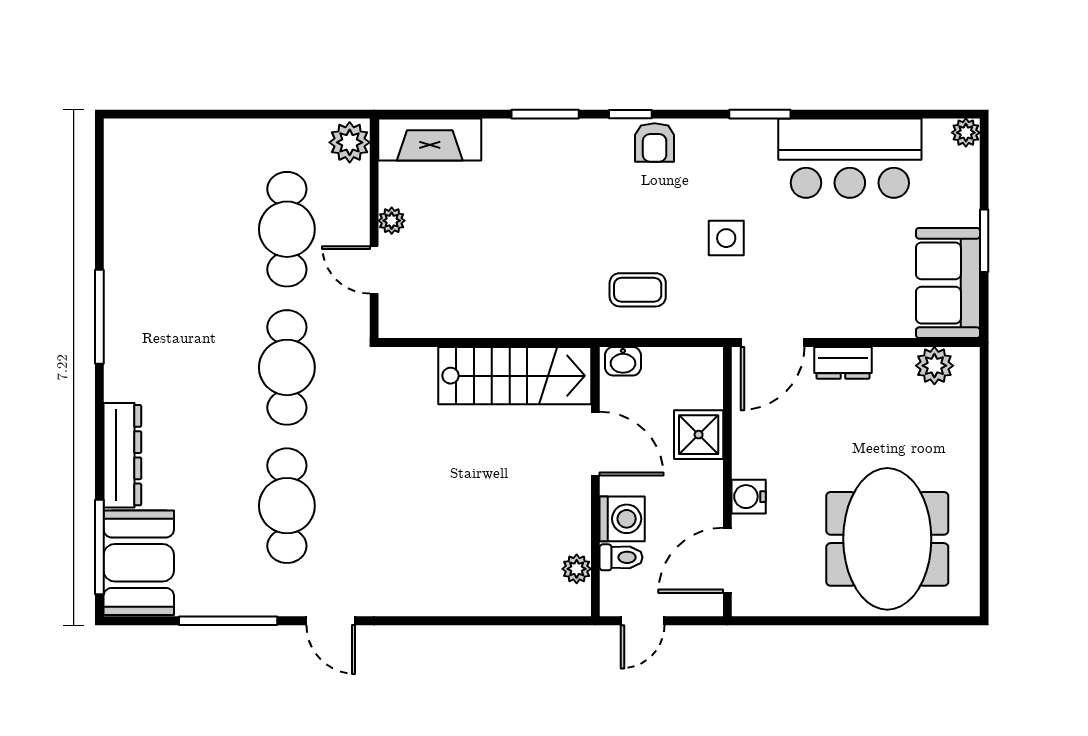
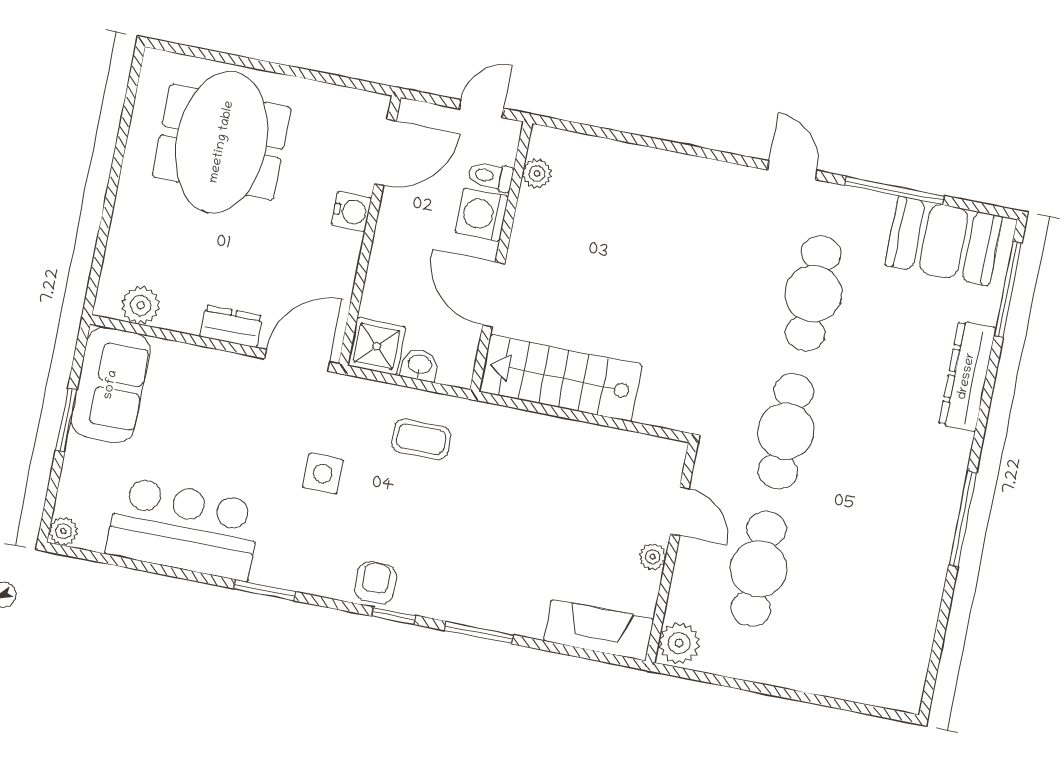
washbasin: (623, 361) -> (420, 365), moved
shower: (699, 435) -> (377, 346), moved
booth: (139, 563) -> (944, 241), moved, turned 90

